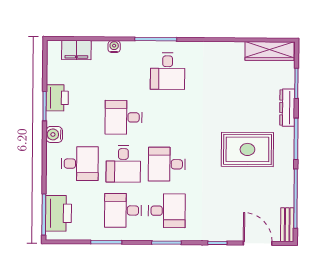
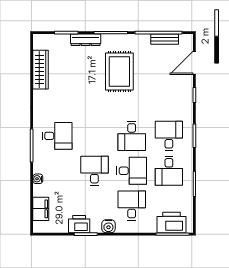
wardrobe: (269, 51) -> (41, 70), moved
desk: (124, 117) -> (94, 171), turned 180
bench: (287, 225) -> (165, 39), moved

